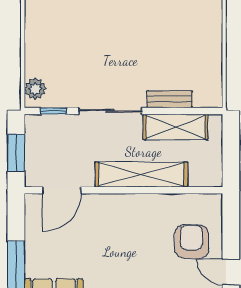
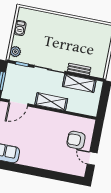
barbecue: (35, 40) -> (20, 28), added
shelving: (141, 174) -> (51, 102), width x0.68
armchair: (192, 242) -> (76, 140), turned -90

